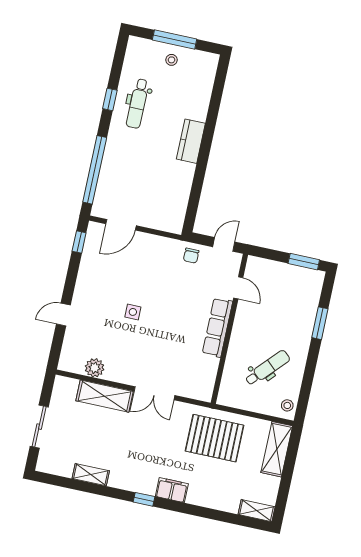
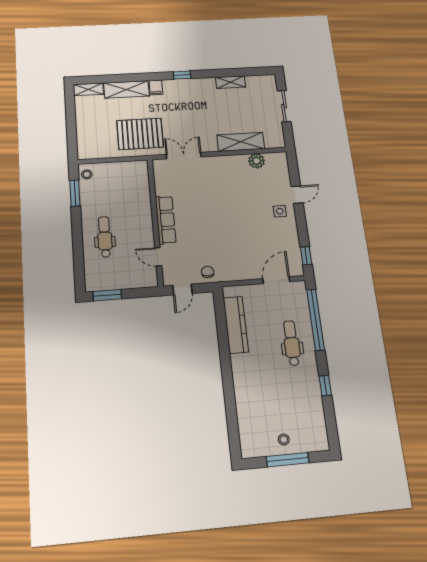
dental chair: (138, 104) -> (292, 343), moved
kitchen counter: (191, 141) -> (236, 325), moved, width x1.50
side table: (133, 312) -> (280, 211), moved
window: (320, 323) -> (75, 193), moved
dental chair: (267, 368) -> (105, 237), moved, turned 137
double door: (154, 393) -> (184, 156), moved
shelving: (277, 449) -> (127, 89), moved, turned 90
filing cabinet: (172, 490) -> (156, 87), width x0.50

